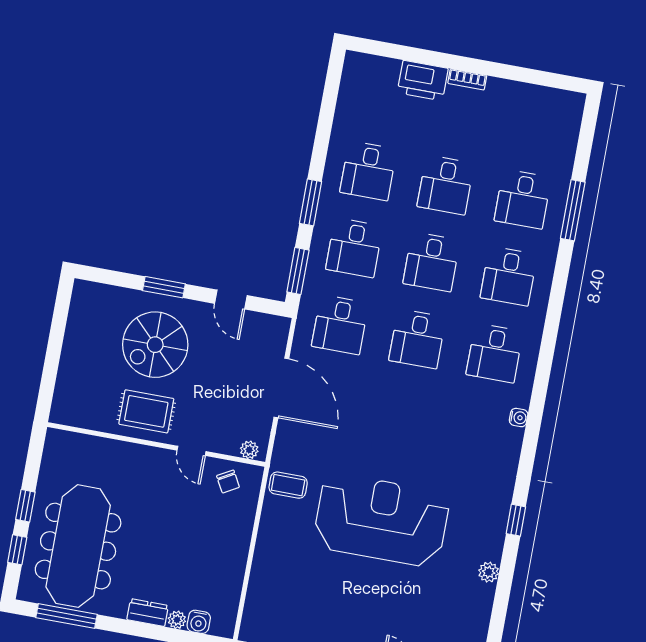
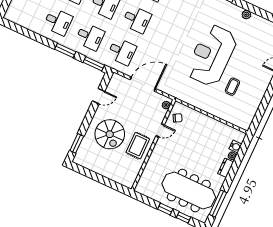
window: (164, 287) -> (77, 143), moved
coffee table: (288, 485) -> (232, 87), moved

